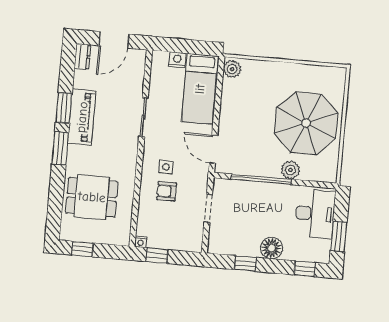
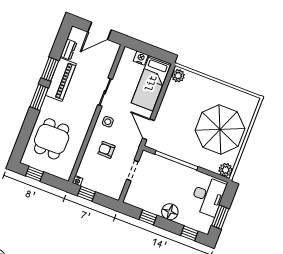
dresser: (82, 57) -> (69, 49), moved
side table: (166, 167) -> (108, 122), moved
plant: (290, 170) -> (226, 170), moved
dining table: (92, 197) -> (52, 139), turned 90

